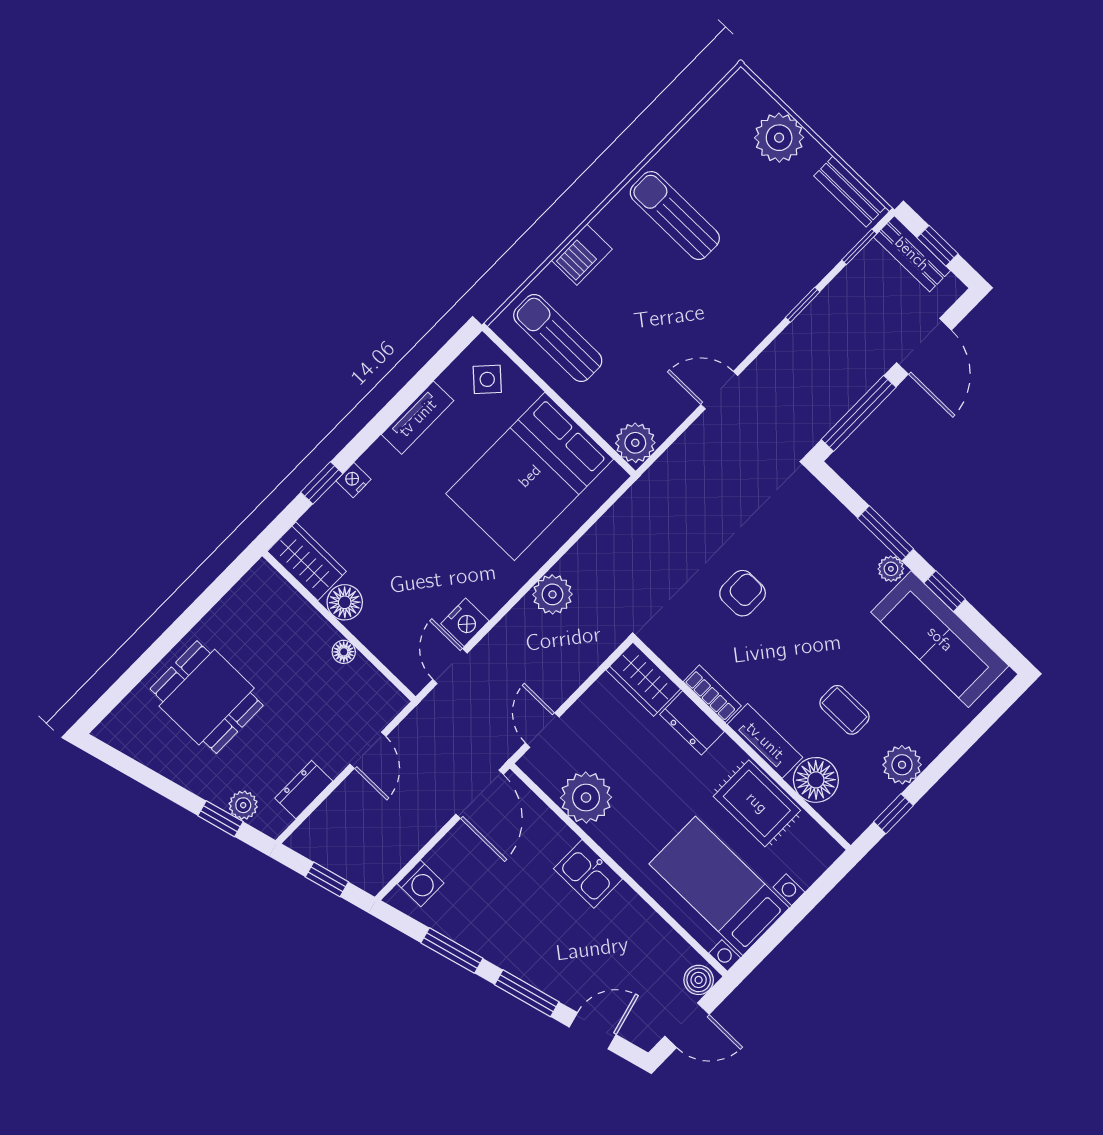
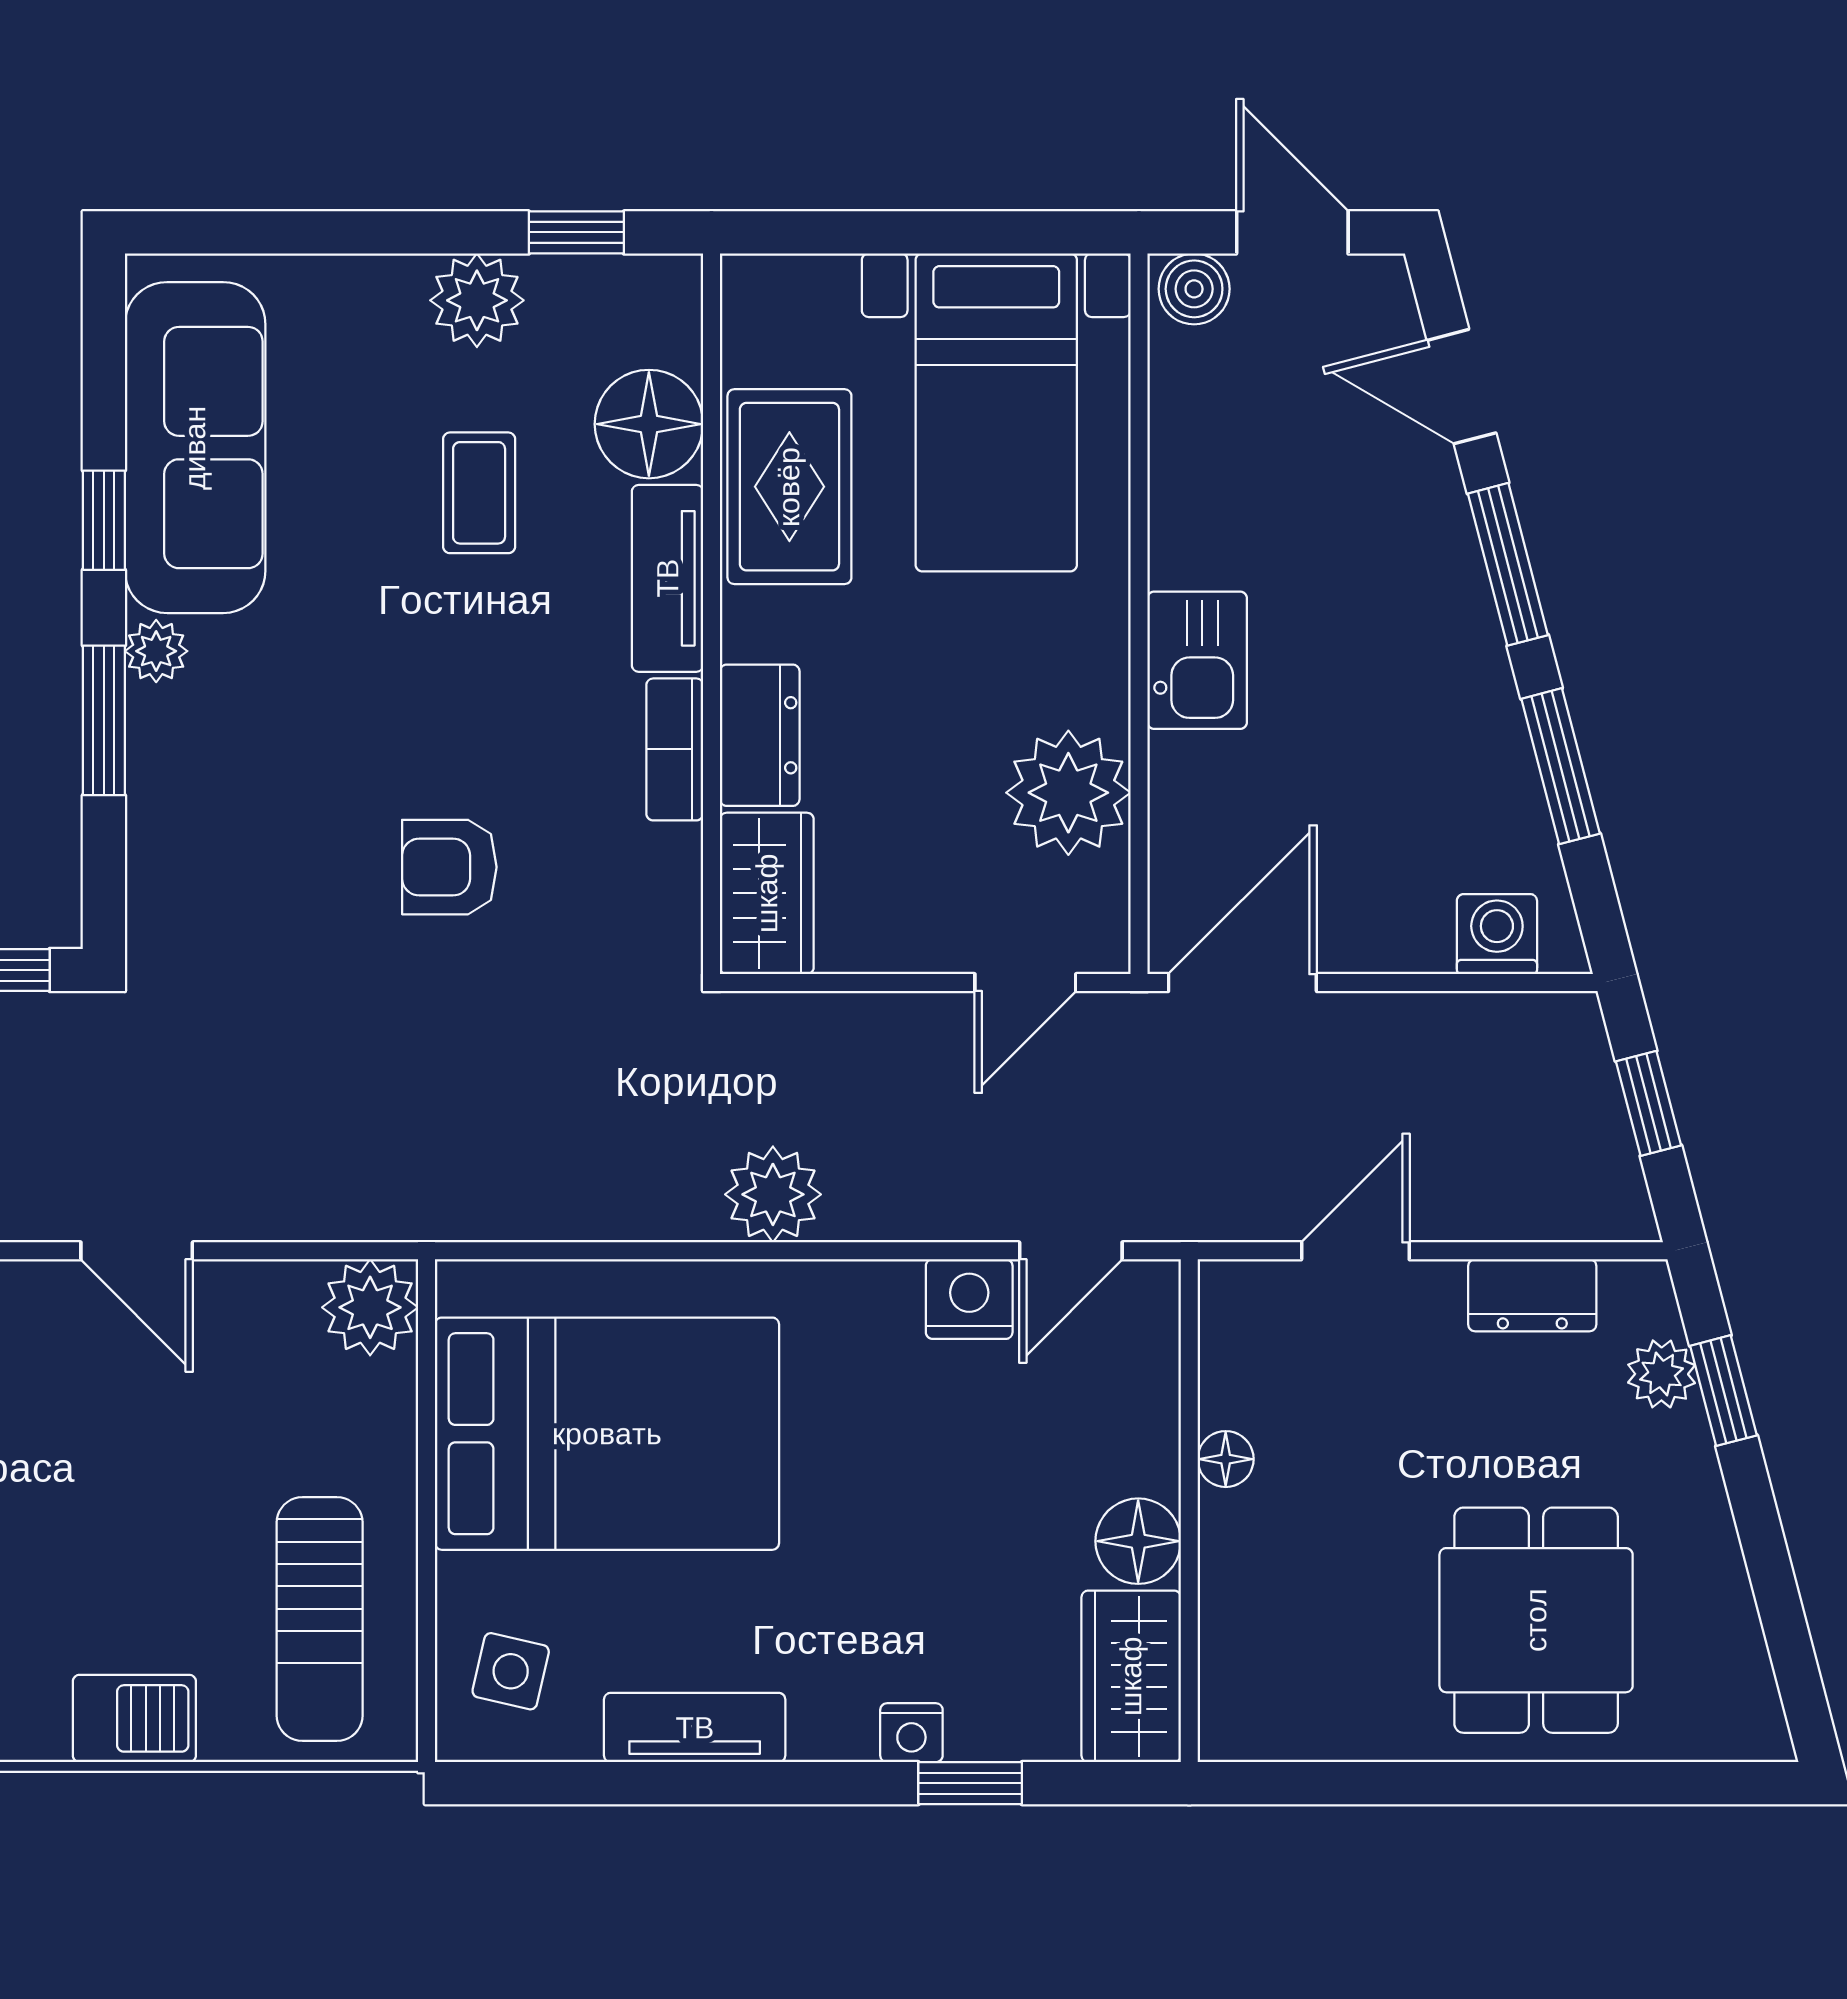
side table: (487, 379) -> (511, 1671), turned -30

